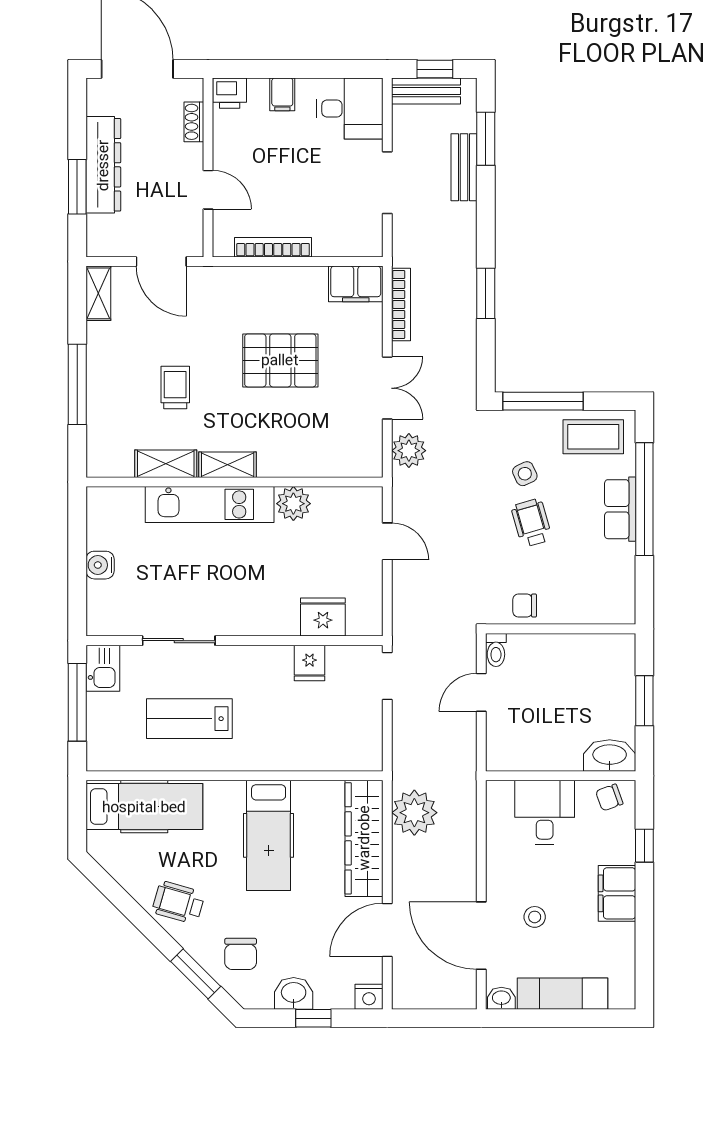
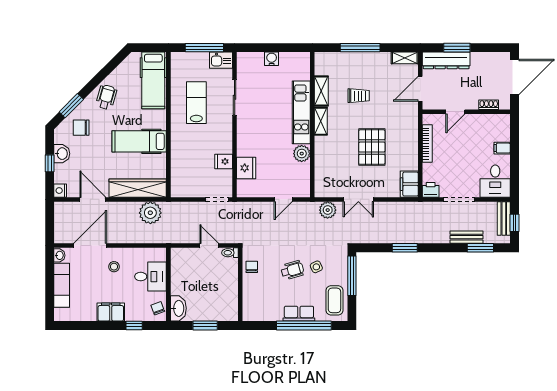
printer: (230, 93) -> (431, 190), moved, turned 90
dresser: (103, 165) -> (446, 60), moved
bookcase: (401, 304) -> (399, 206), removed
stool: (535, 917) -> (114, 267), moved

